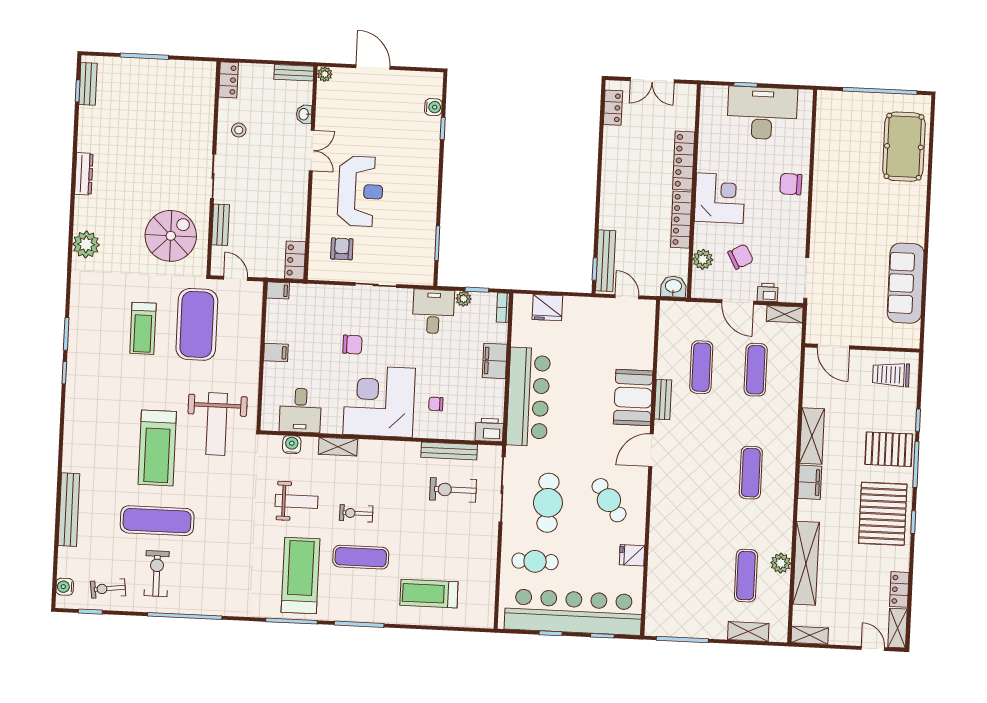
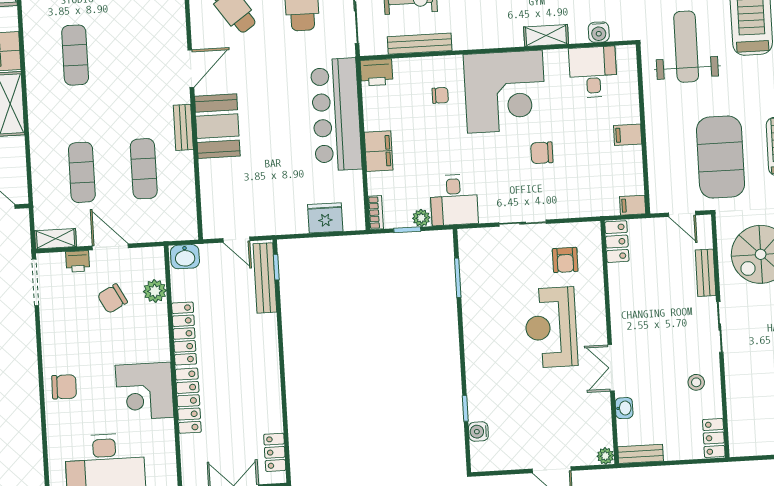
corner desk: (720, 198) -> (145, 391), moved

